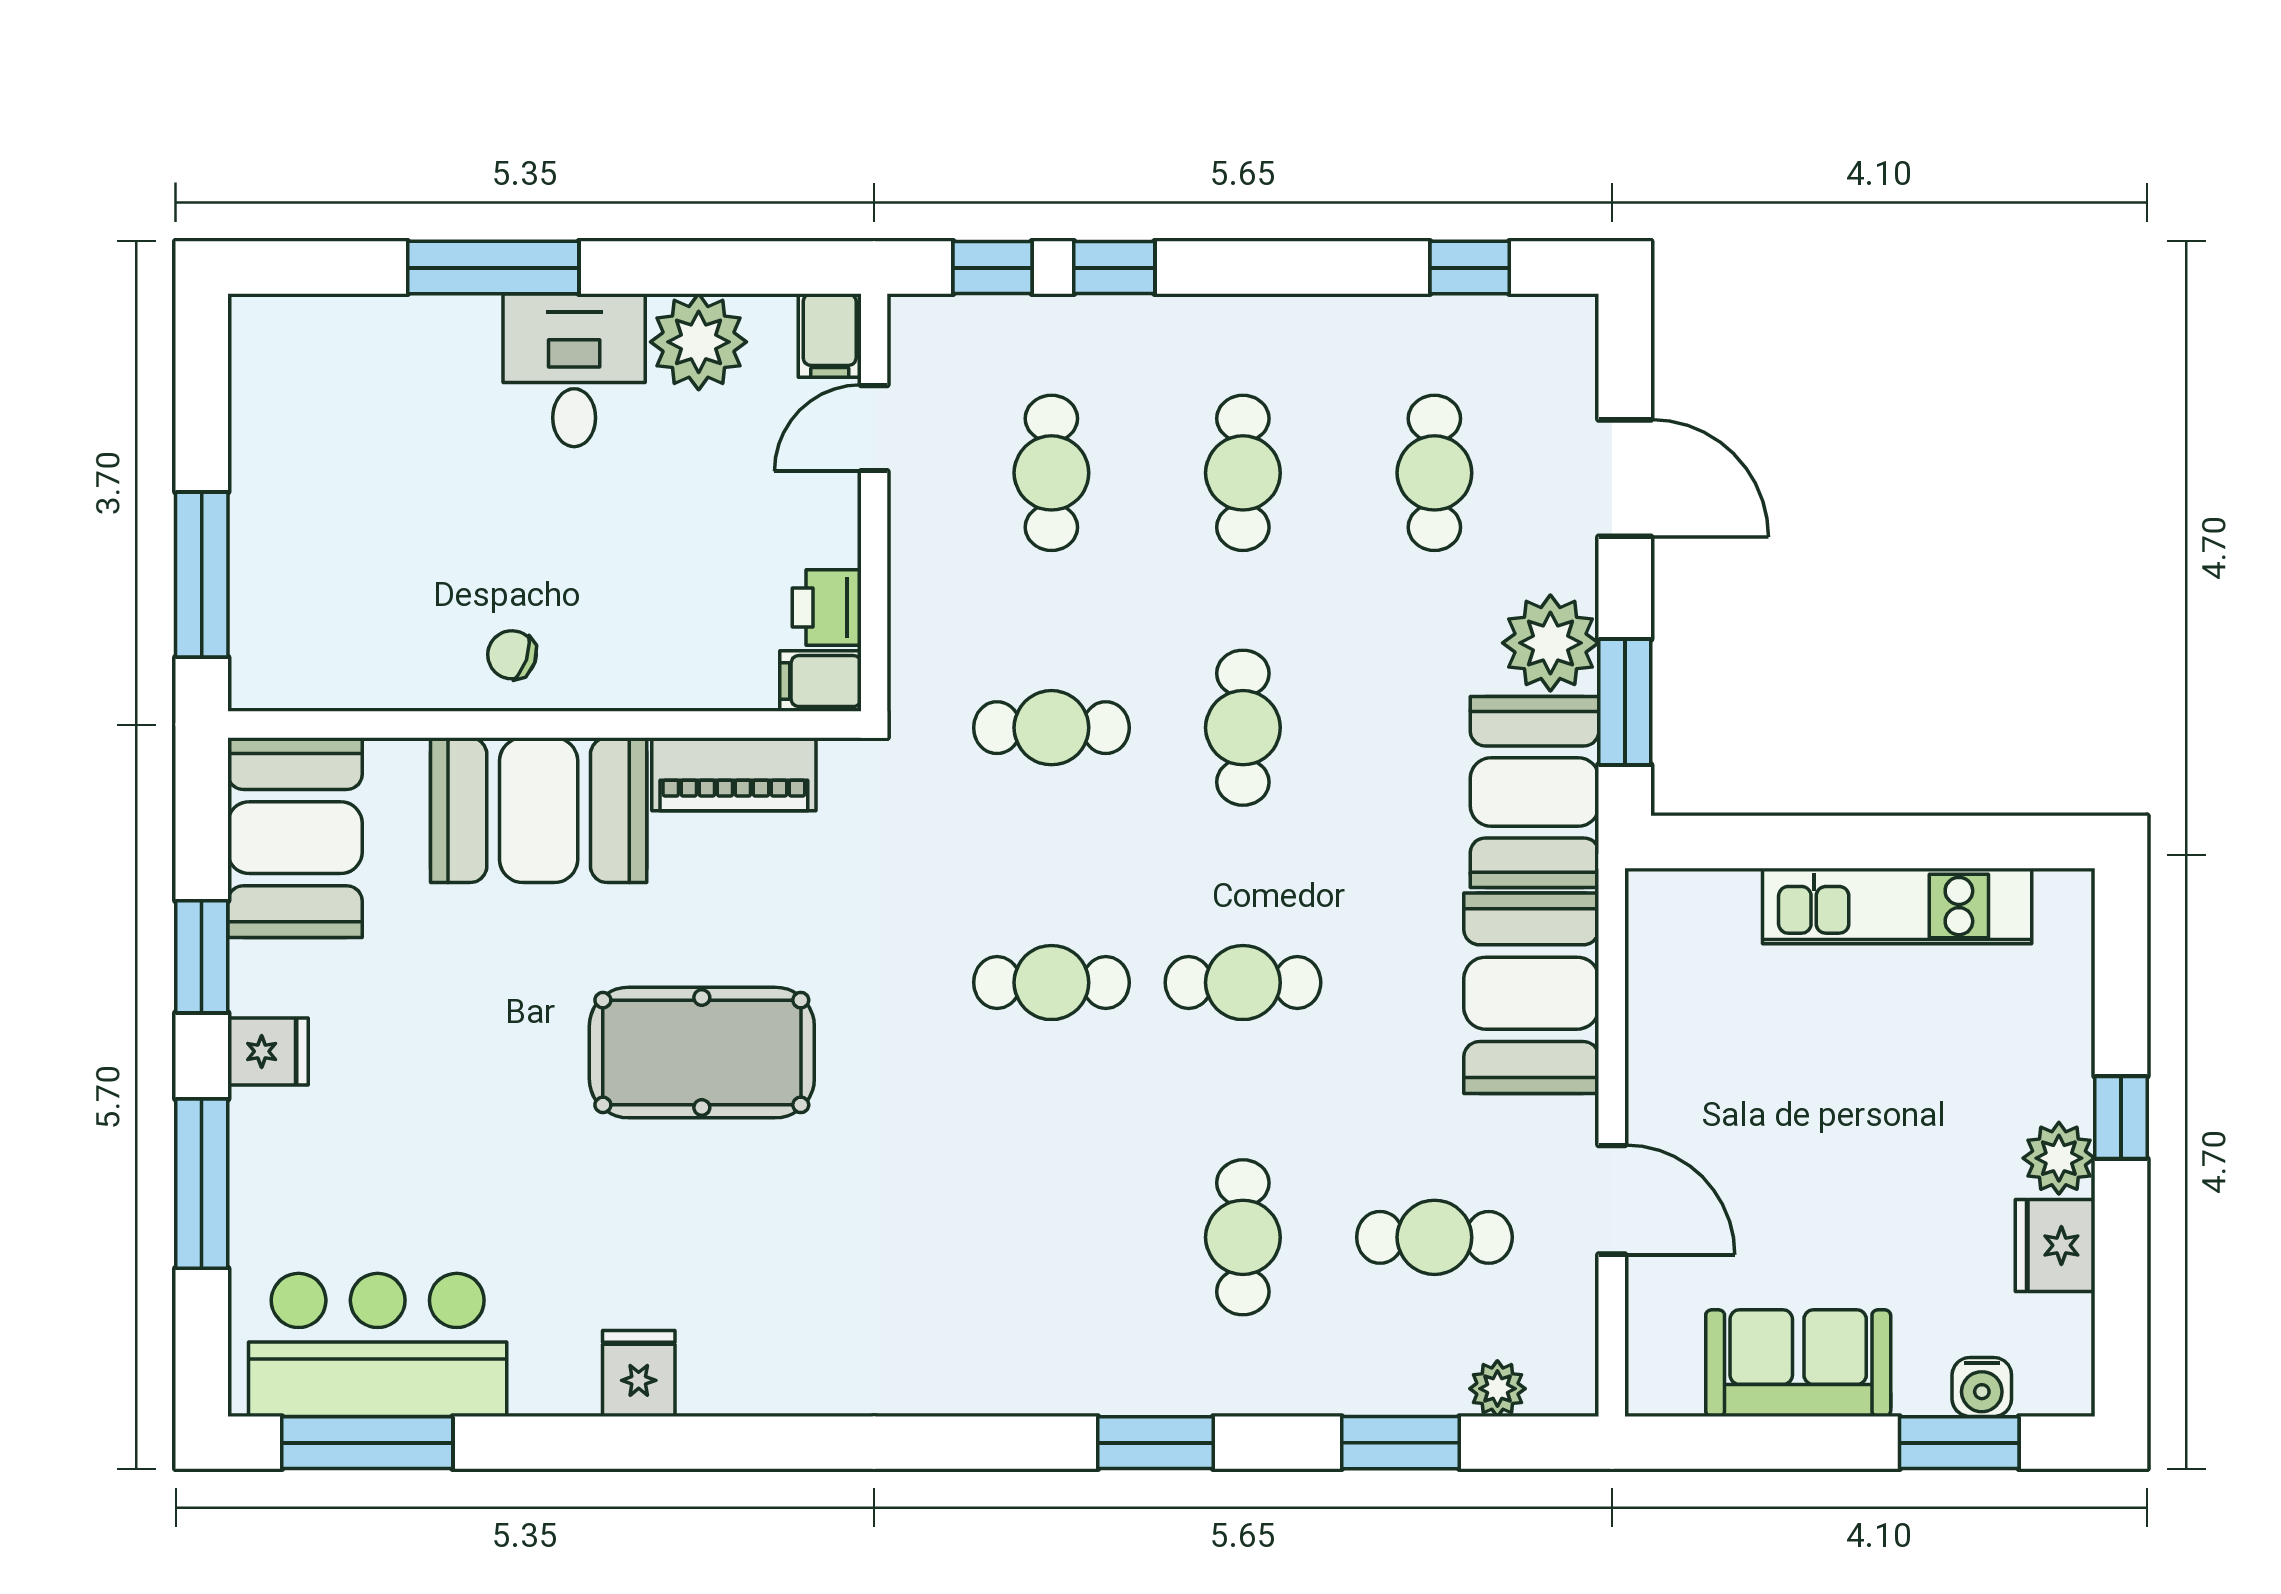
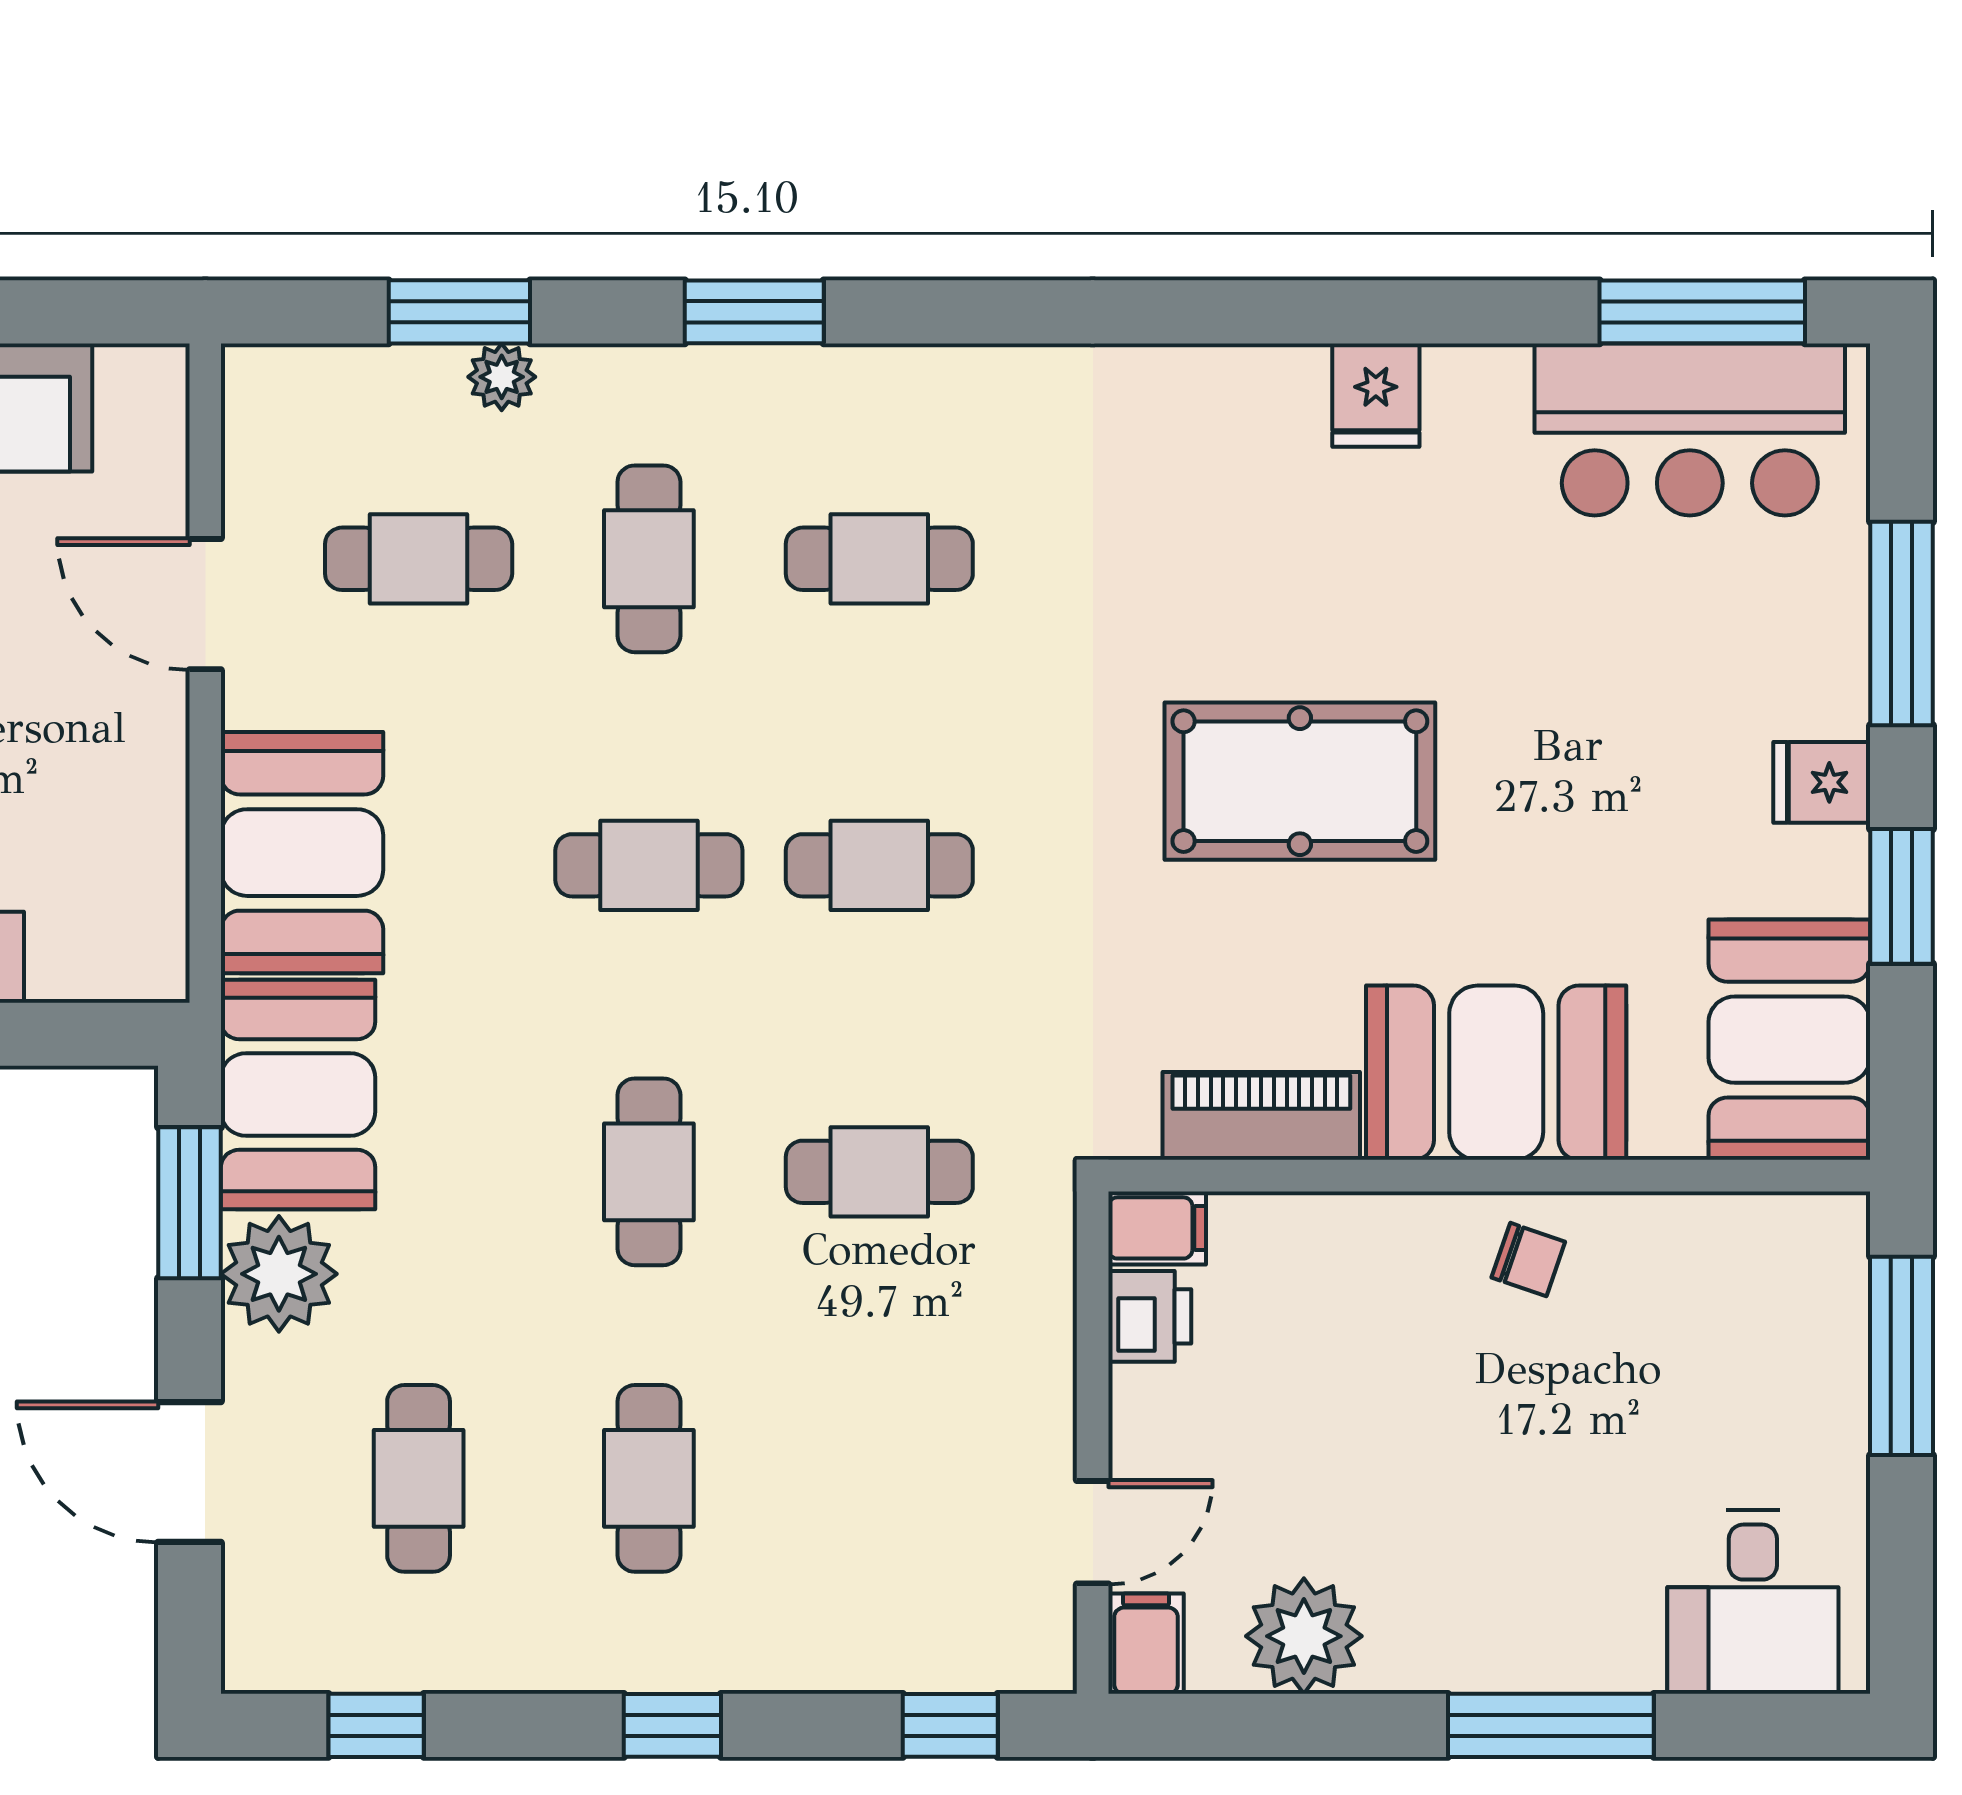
window: (1114, 268) -> (672, 1725), moved
desk: (574, 370) -> (1753, 1602), moved
cafe table: (1051, 473) -> (879, 559), moved, turned 90
plant: (1497, 1389) -> (502, 377), moved

